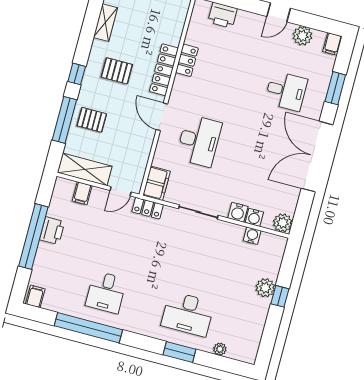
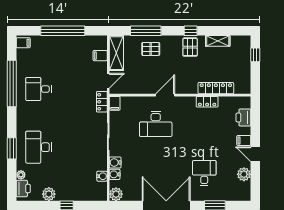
filing cabinet: (332, 44) -> (244, 140), moved
locker: (164, 70) -> (216, 88), moved
pallet: (117, 71) -> (190, 47), moved
window: (77, 74) -> (191, 31), moved
desk: (286, 91) -> (204, 173), turned 180
pallet: (92, 120) -> (151, 49), turned 90
filing cabinet: (157, 183) -> (115, 103), width x0.50
door: (121, 191) -> (108, 81), swing flipped
printer: (52, 231) -> (23, 189), moved, turned -90
plant: (265, 288) -> (49, 194), moved

